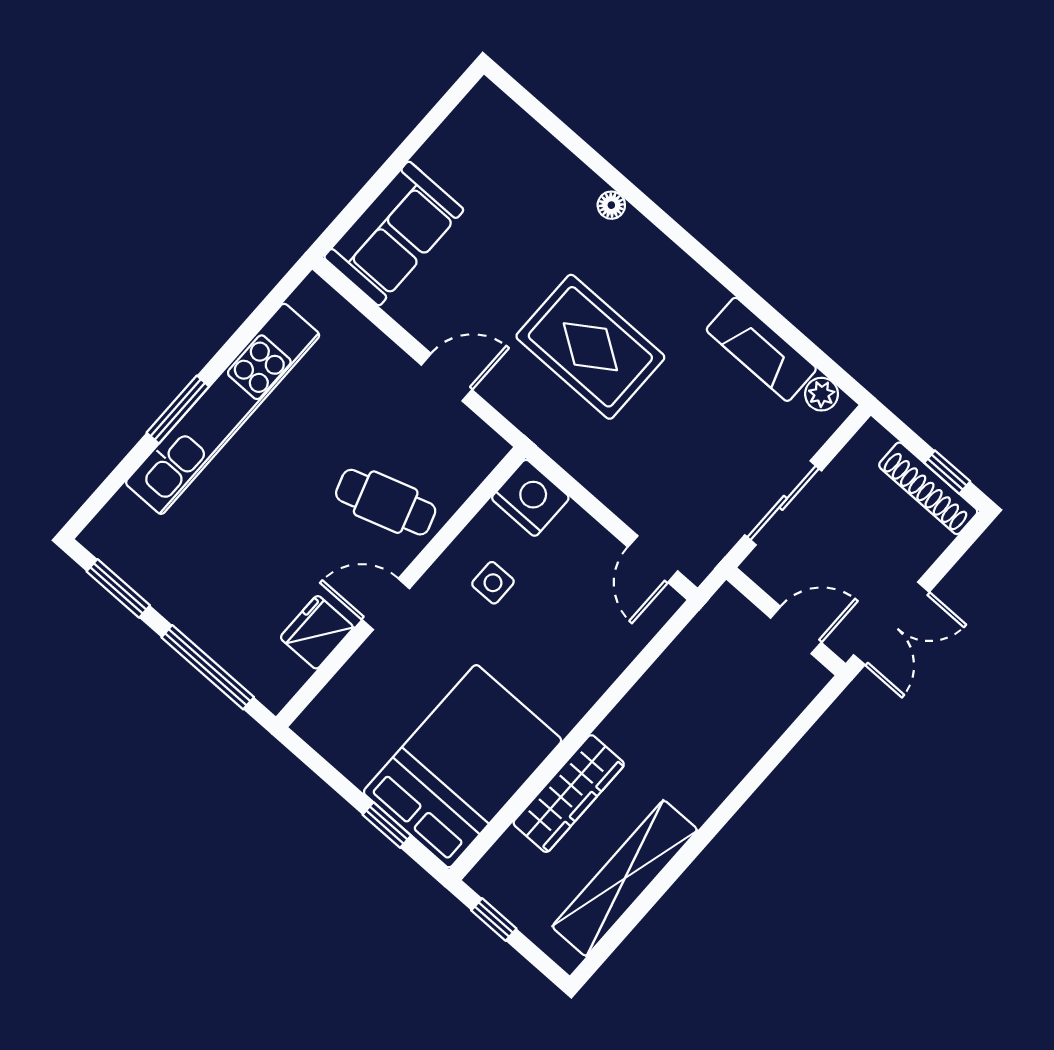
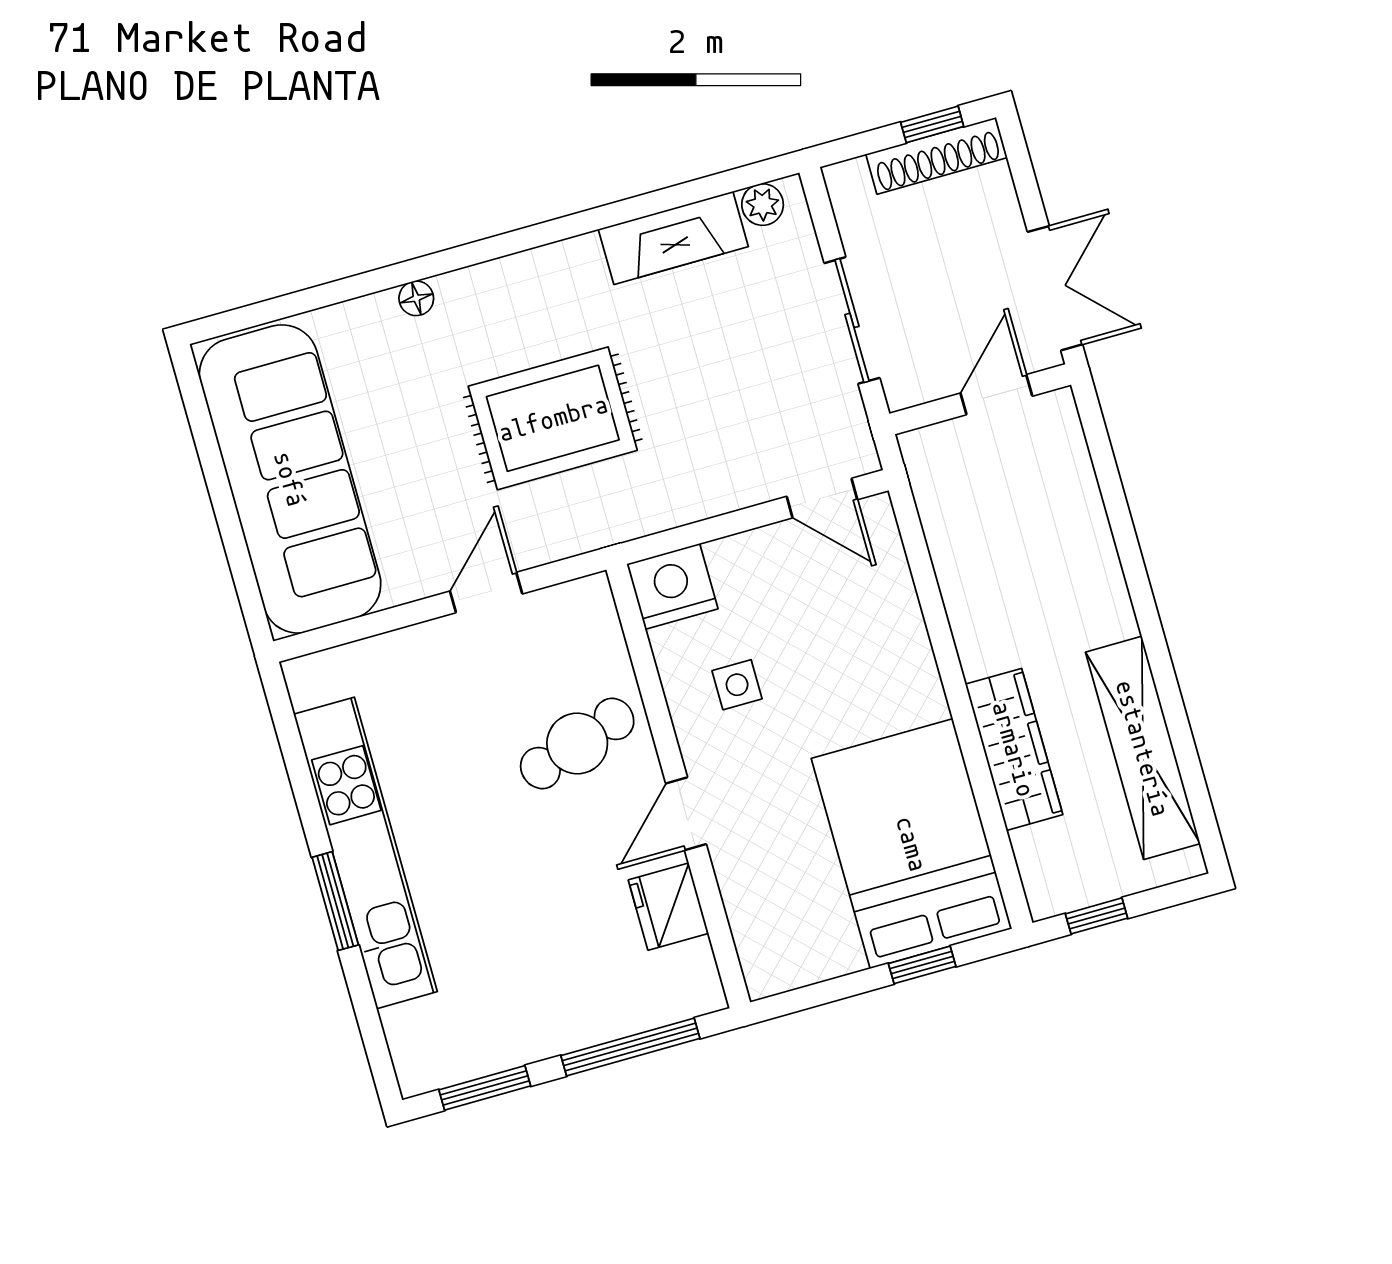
sofa: (394, 234) -> (290, 479), width x1.85, depth x1.27

